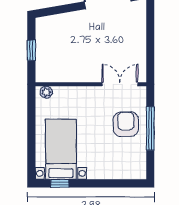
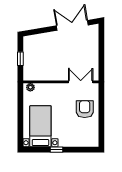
window: (150, 128) -> (101, 112), removed
window: (60, 183) -> (56, 150), moved

